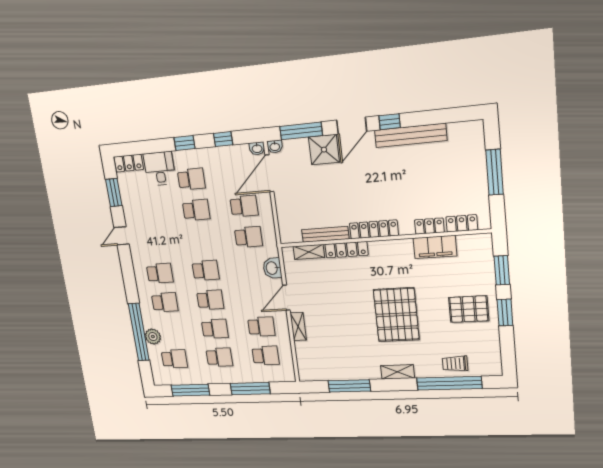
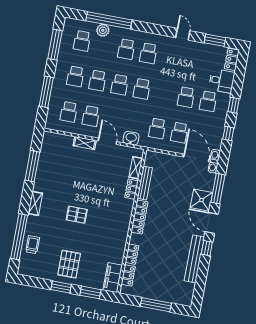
filing cabinet: (435, 247) -> (113, 278), moved
locker: (347, 250) -> (132, 189), width x0.66
pallet: (396, 315) -> (77, 215), width x0.49, depth x0.50

